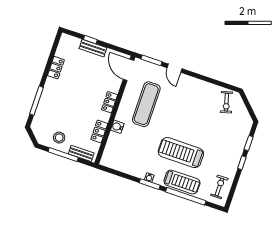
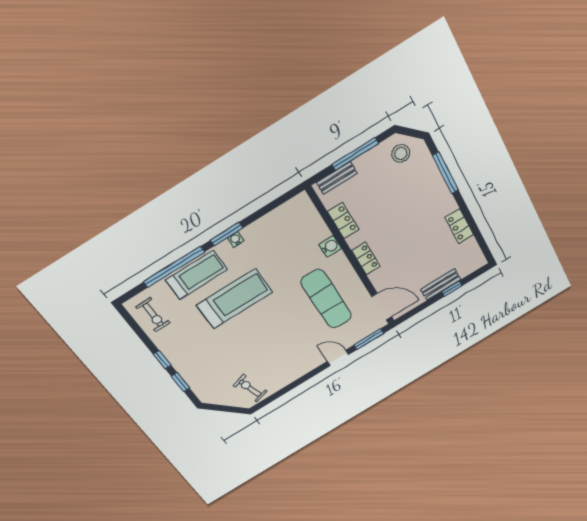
stool: (59, 138) -> (401, 153), moved
treadmill: (182, 182) -> (196, 275), turned 180

